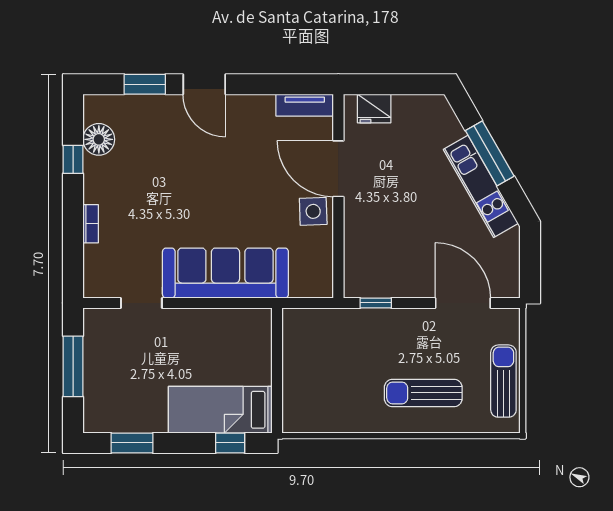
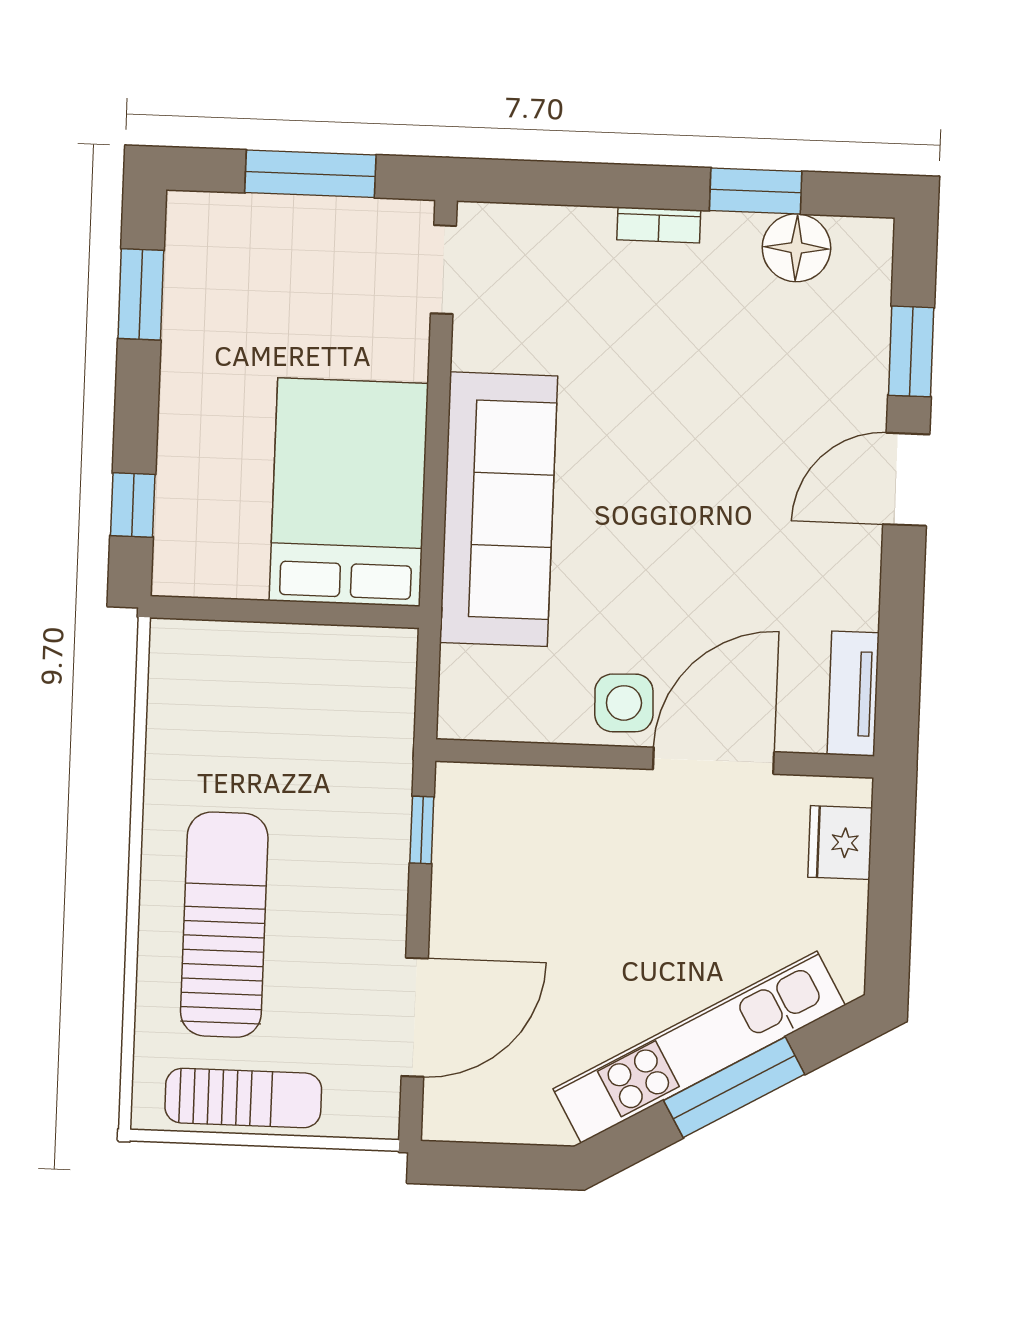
window: (73, 159) -> (756, 191), width x1.50
kitchen unit: (481, 186) -> (699, 1047), width x1.36
bookcase: (91, 224) -> (659, 225), moved
doorway: (141, 303) -> (443, 270), moved
sun lounger: (423, 393) -> (224, 925), width x1.36, depth x1.34
bed: (220, 410) -> (349, 492), moved, width x1.50

